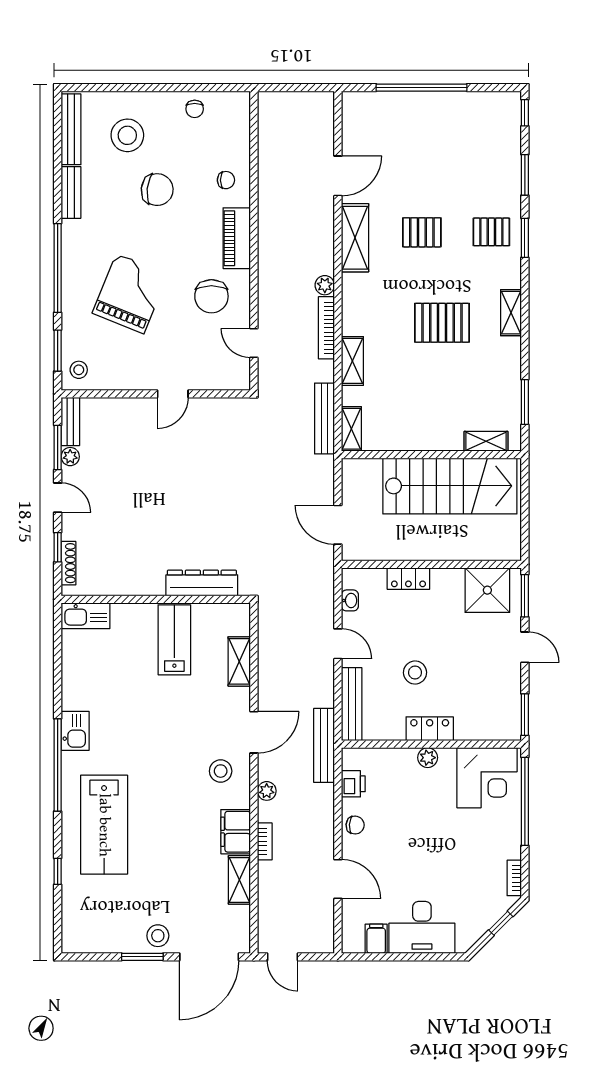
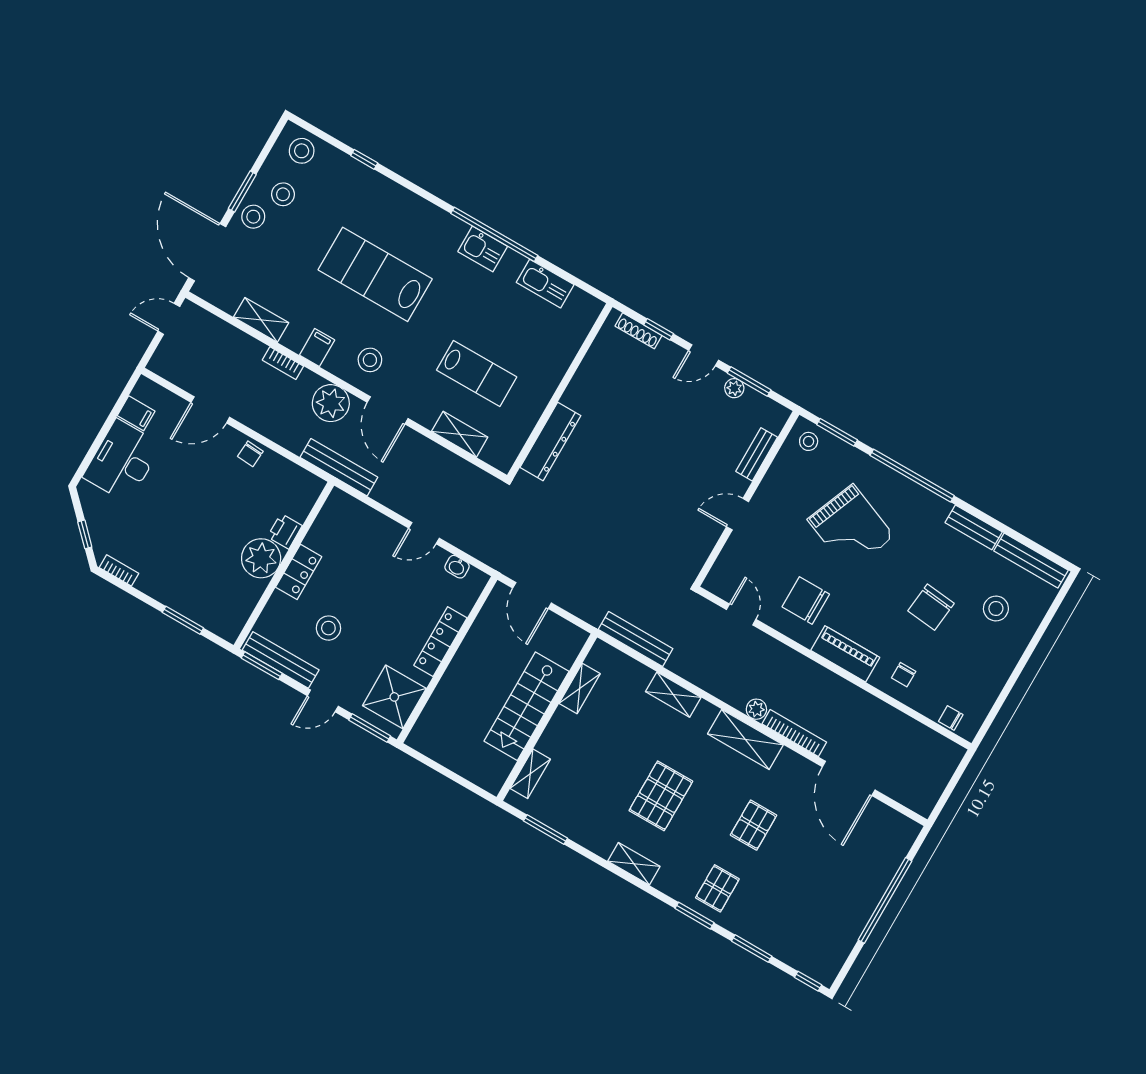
chair: (195, 109) -> (951, 718), moved
stool: (127, 135) -> (996, 608), width x0.73, depth x0.73
door: (338, 176) -> (849, 778), width x1.36
shelving: (355, 238) -> (745, 739), moved
bookcase: (326, 328) -> (794, 733), moved
door: (254, 343) -> (741, 614), hinge flipped
door: (173, 394) -> (738, 514), hinge flipped
bench: (70, 421) -> (757, 454), moved, turned 90
shelving: (351, 429) -> (580, 689), moved, turned 90
stairs: (450, 486) -> (526, 706), width x0.73, depth x0.66
door: (338, 525) -> (532, 596), swing flipped
locker: (408, 579) -> (440, 642), width x1.53
kitchen sink: (85, 616) -> (545, 284), moved, turned -90
lab bench: (174, 640) -> (477, 374), moved
stool: (415, 673) -> (328, 628), moved
bench: (352, 704) -> (281, 660), moved
plant: (428, 758) -> (261, 558), width x1.88, depth x1.88
window: (58, 765) -> (494, 234), moved
corner desk: (487, 778) -> (224, 598), removed
printer: (353, 784) -> (285, 531), moved, turned 90
plant: (267, 791) -> (331, 403), width x1.88, depth x1.88
window: (525, 801) -> (183, 620), width x0.47
lab bench: (104, 825) -> (375, 274), moved
filing cabinet: (236, 832) -> (317, 347), width x0.50
stool: (125, 922) -> (283, 194), added
stool: (80, 927) -> (302, 151), added

